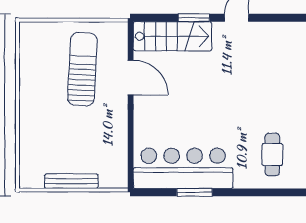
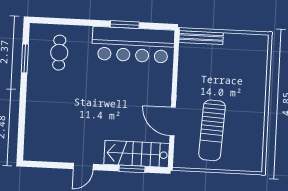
window: (194, 18) -> (132, 169), moved
bench: (71, 181) -> (201, 37), moved

